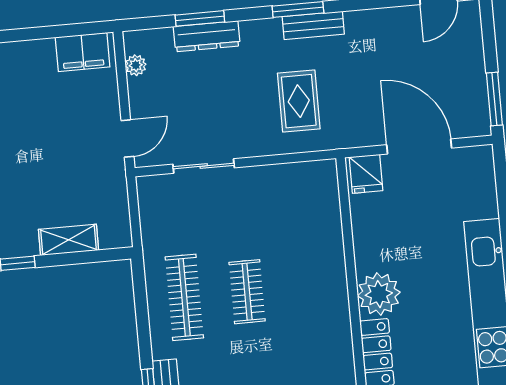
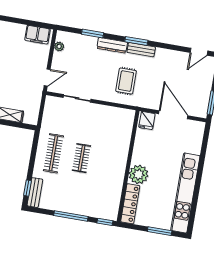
dresser: (207, 36) -> (112, 45), moved

